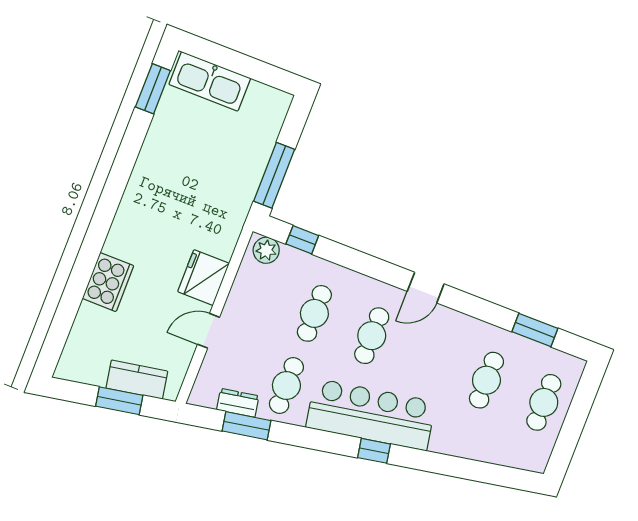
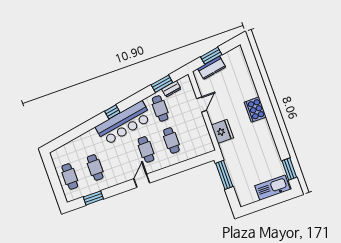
window: (302, 240) -> (196, 161), removed
plant: (266, 250) -> (205, 148), removed
fridge: (203, 278) -> (222, 131), moved
cooker: (108, 282) -> (255, 110), moved

